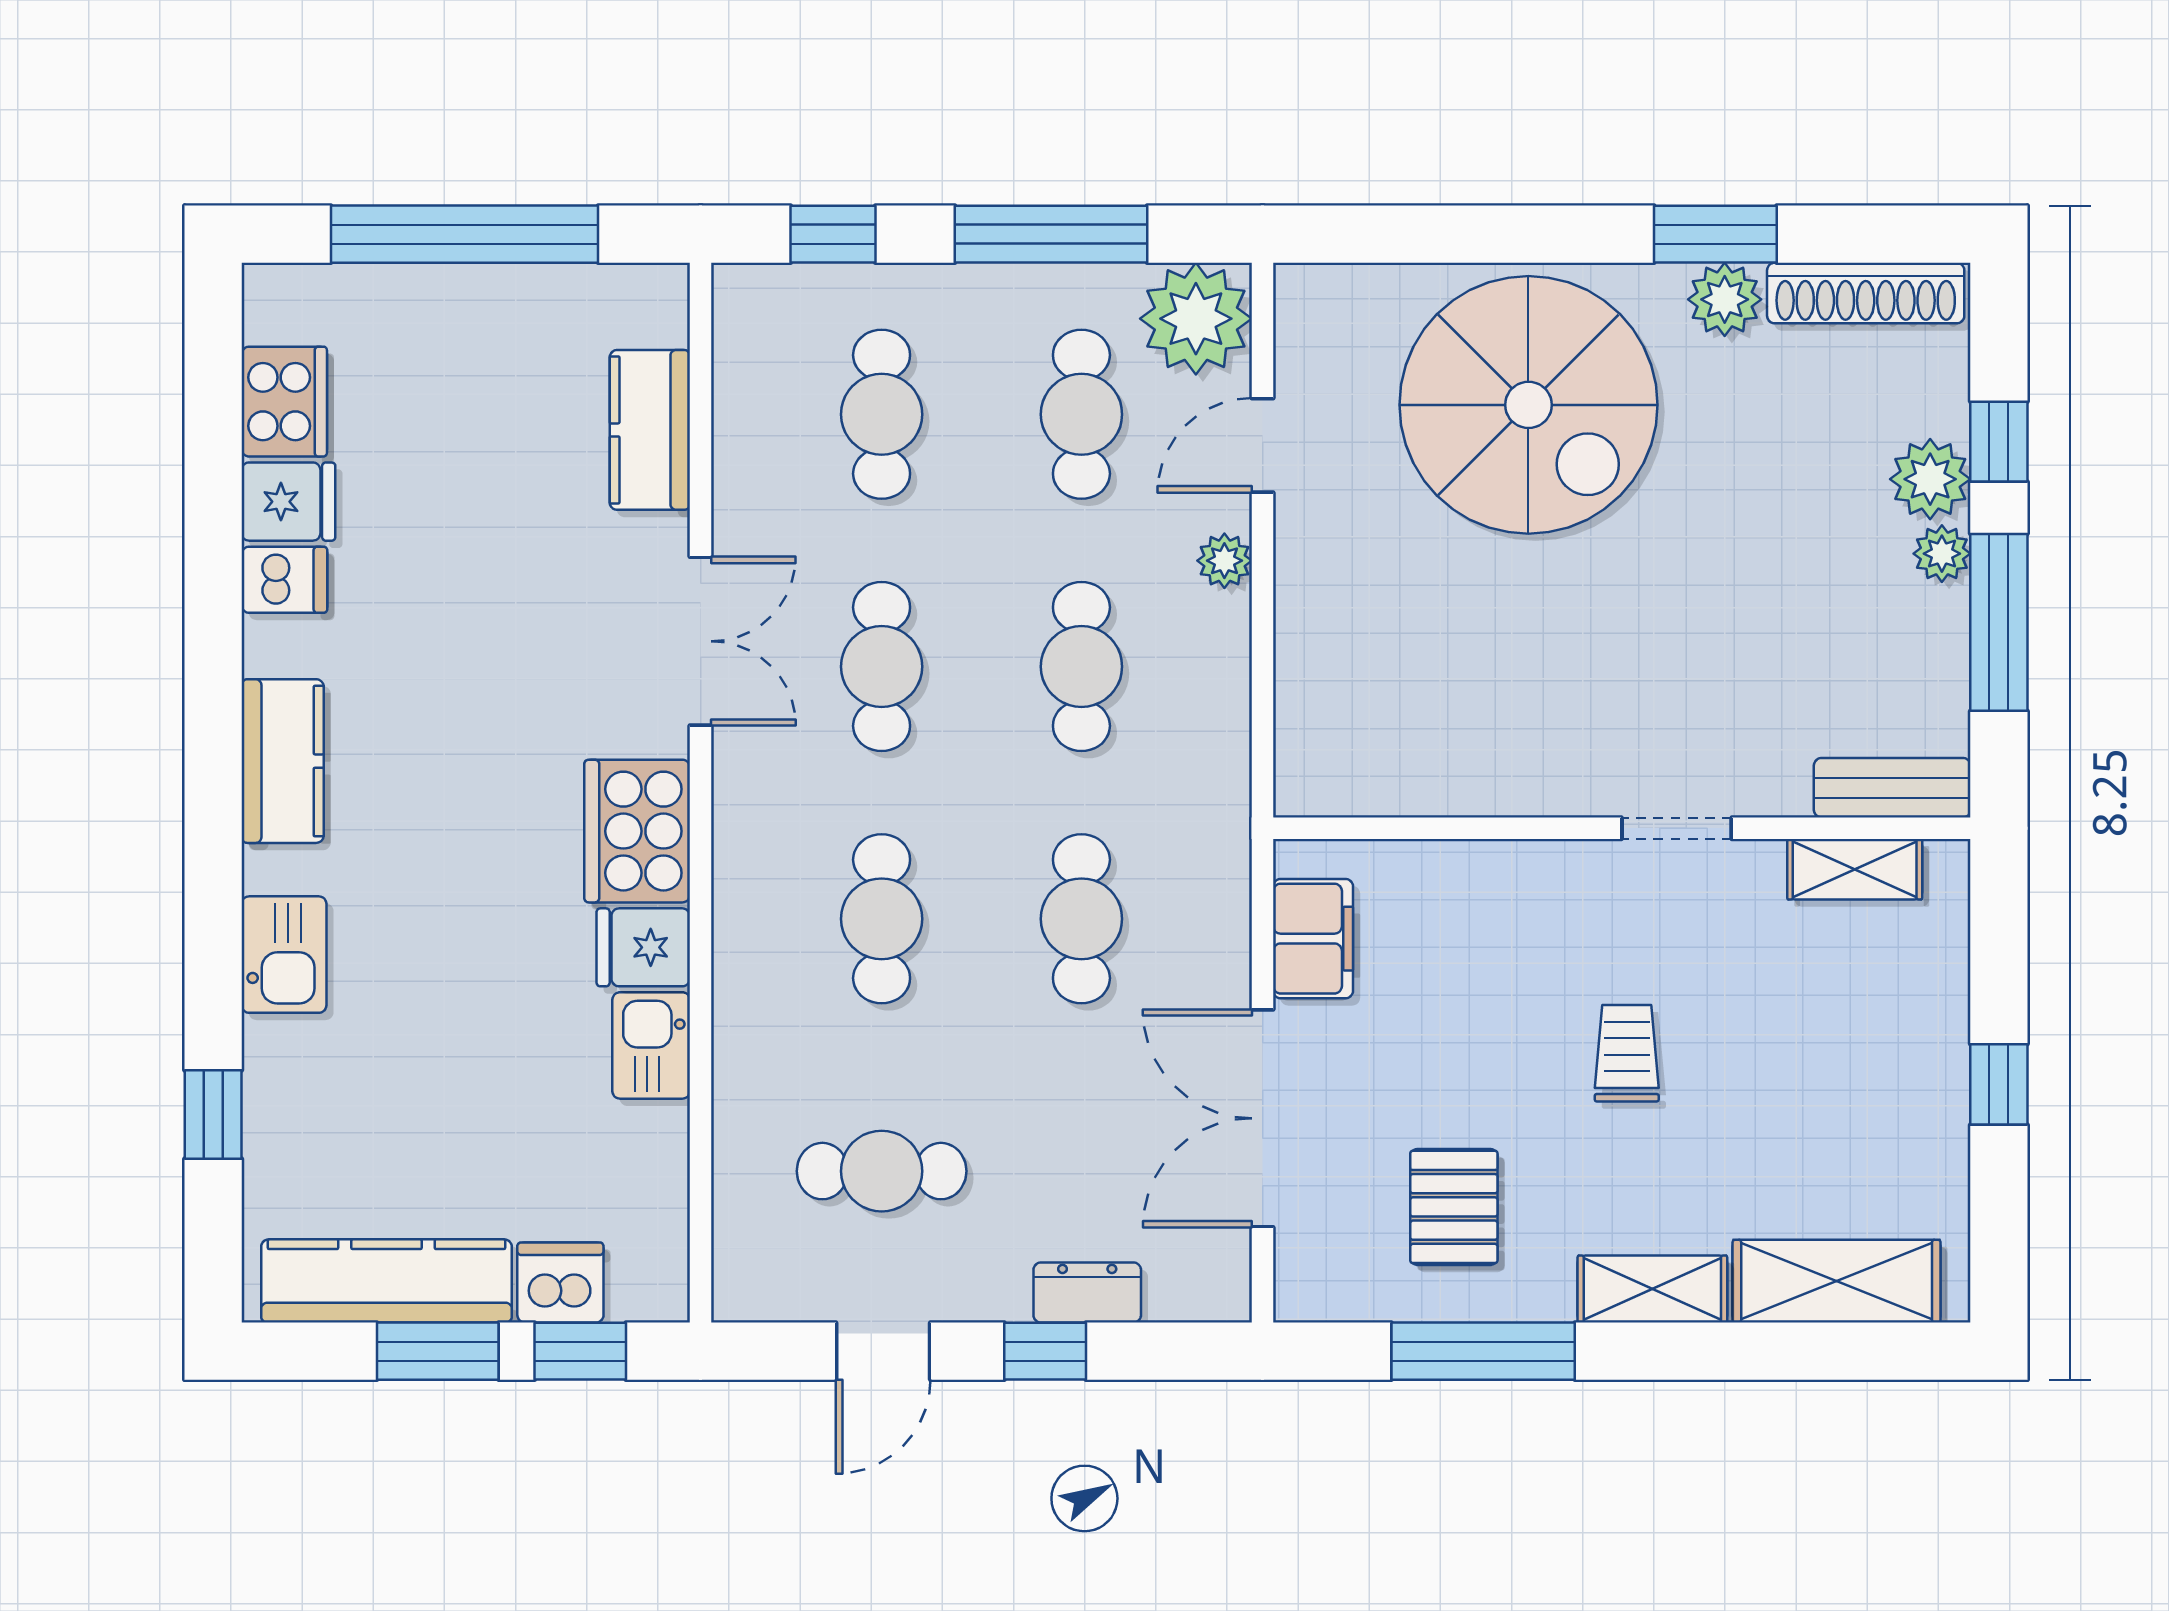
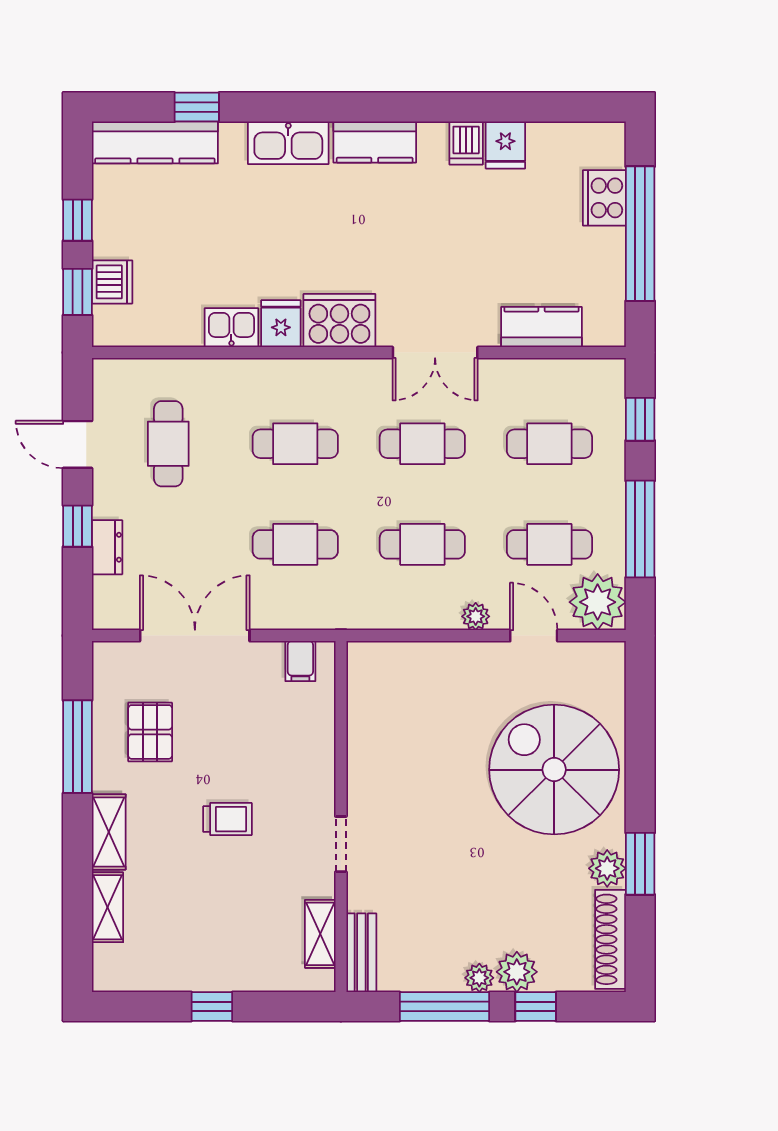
cooker: (284, 402) -> (604, 198), moved, turned 90
spiral stairs: (1528, 405) -> (554, 770), turned 90
filing cabinet: (1313, 939) -> (300, 661), width x0.50
kitchen sink: (284, 955) -> (288, 143), width x1.38
pallet: (1454, 1207) -> (150, 732), turned 90
kitchen counter: (386, 1281) -> (155, 142), moved, turned 90
shelving: (1837, 1281) -> (108, 907), width x0.67, depth x0.75
window: (438, 1351) -> (78, 220), width x0.67

